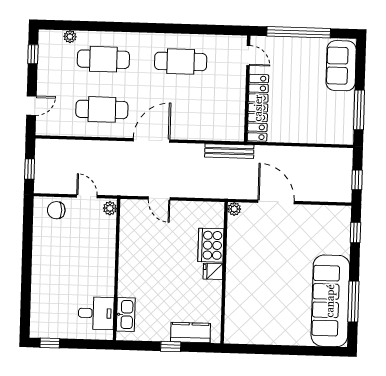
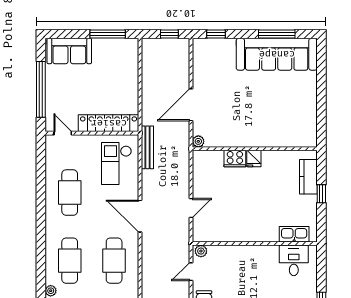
door: (248, 56) -> (63, 133), hinge flipped
checkout: (212, 115) -> (116, 163), added
cooker: (211, 245) -> (235, 158), width x0.73, depth x0.76

